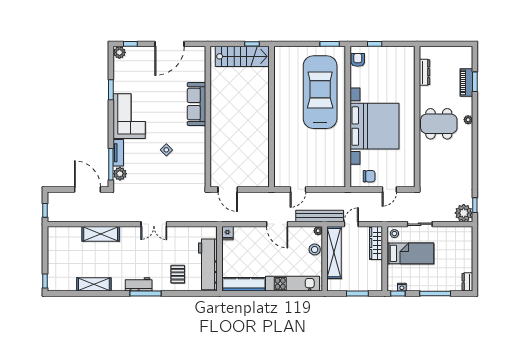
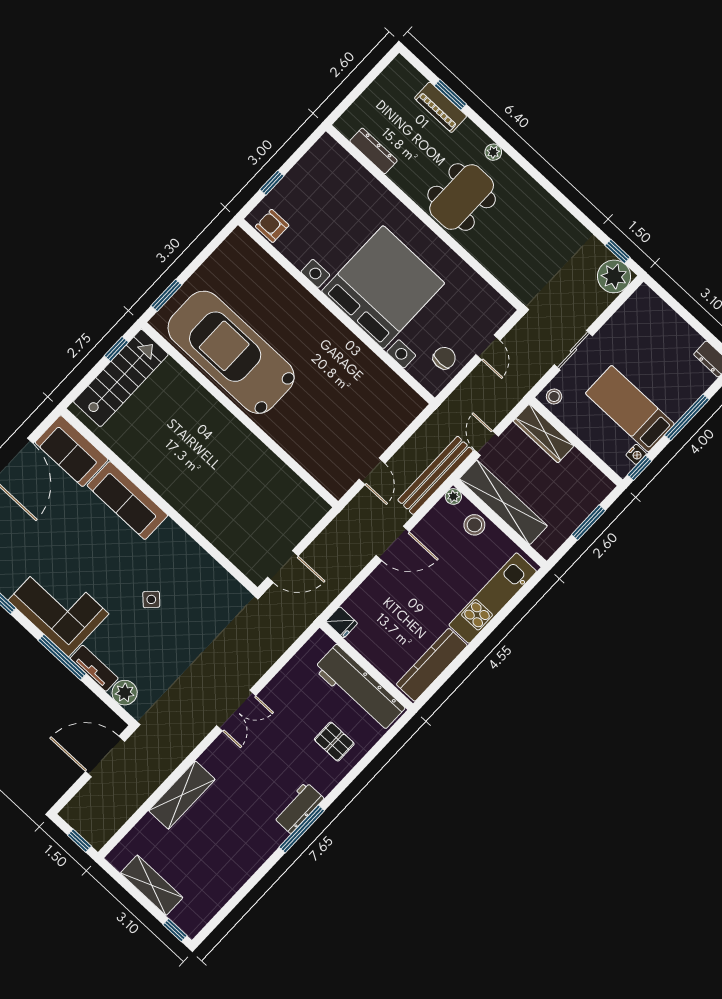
window: (330, 44) -> (166, 295), moved
sofa: (195, 64) -> (72, 451), added
car: (320, 92) -> (231, 352), moved
window: (111, 164) -> (62, 657), moved
bed: (410, 253) -> (630, 409), moved, turned -90
shelving: (94, 284) -> (152, 885), moved, turned 90
window: (146, 293) -> (302, 829), moved

